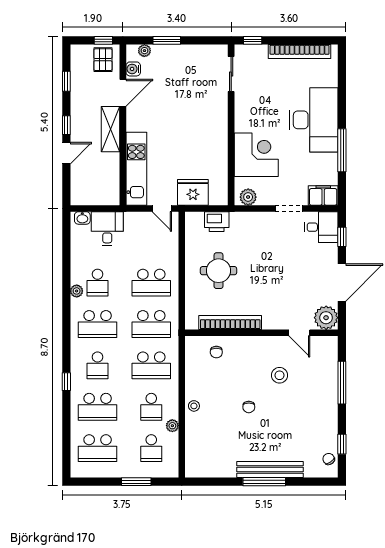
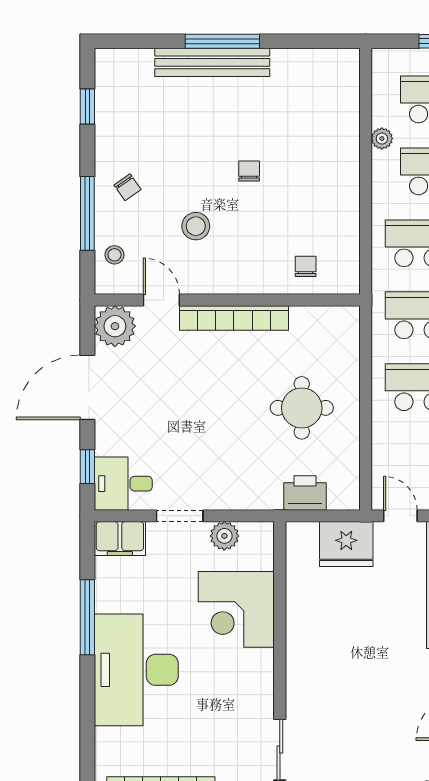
plant: (248, 197) -> (224, 536), moved
bookcase: (230, 322) -> (234, 318), moved
stool: (194, 406) -> (115, 255), moved
chair: (329, 459) -> (128, 187), moved

